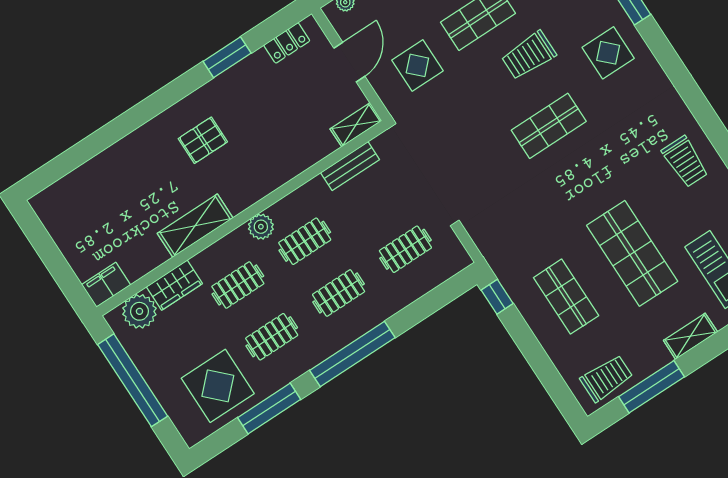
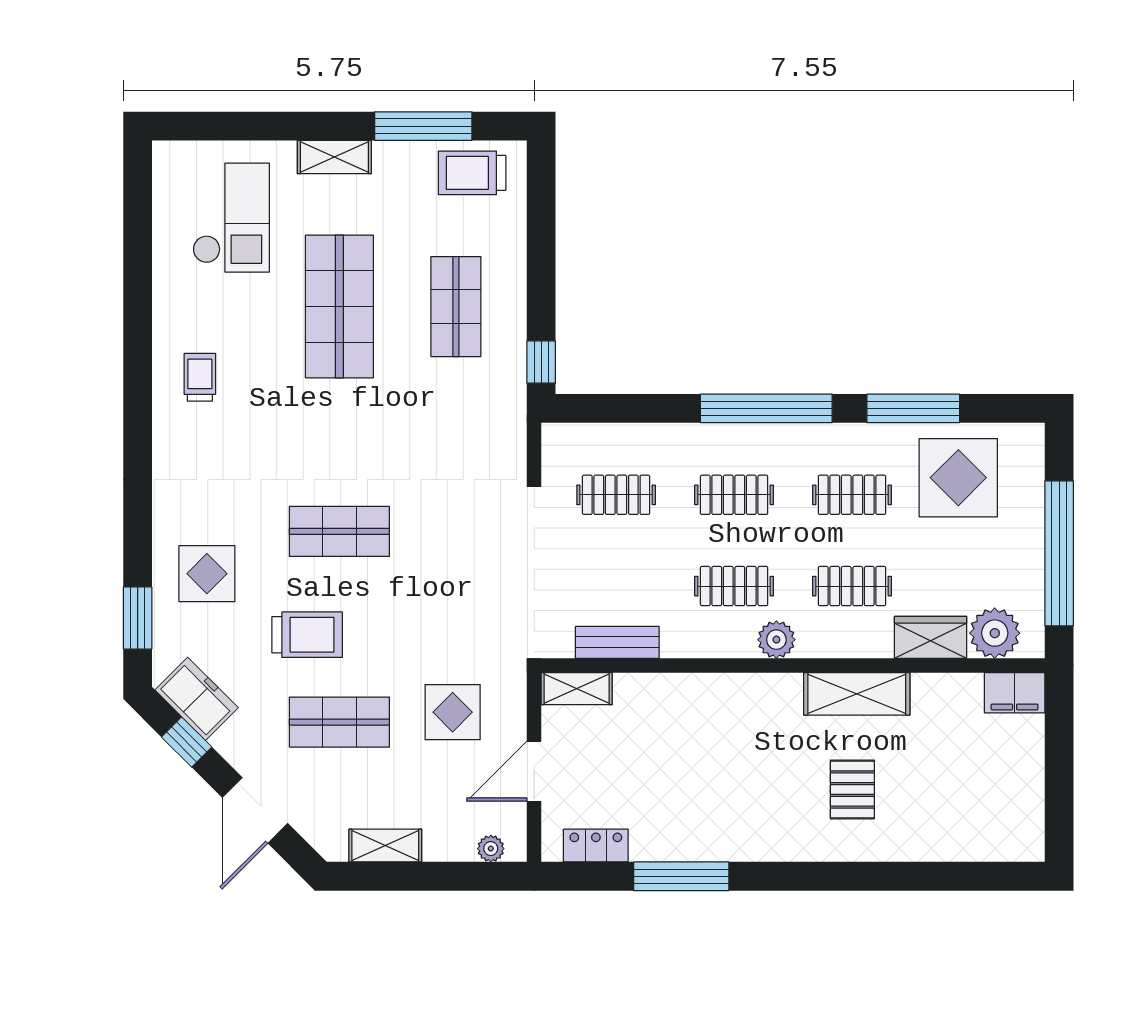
window: (227, 57) -> (681, 876), width x1.44
pallet: (203, 140) -> (852, 789), moved, turned 90
trolley: (685, 162) -> (200, 377), width x0.73, depth x0.72

